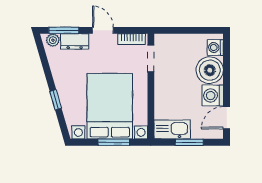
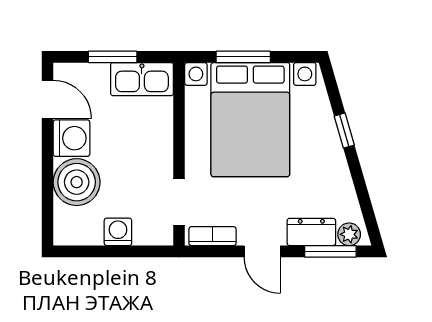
washing machine: (215, 47) -> (118, 232), moved, turned -90
door: (227, 118) -> (47, 99), hinge flipped

